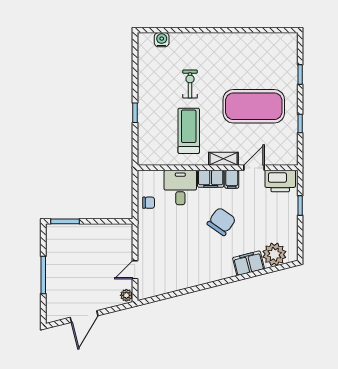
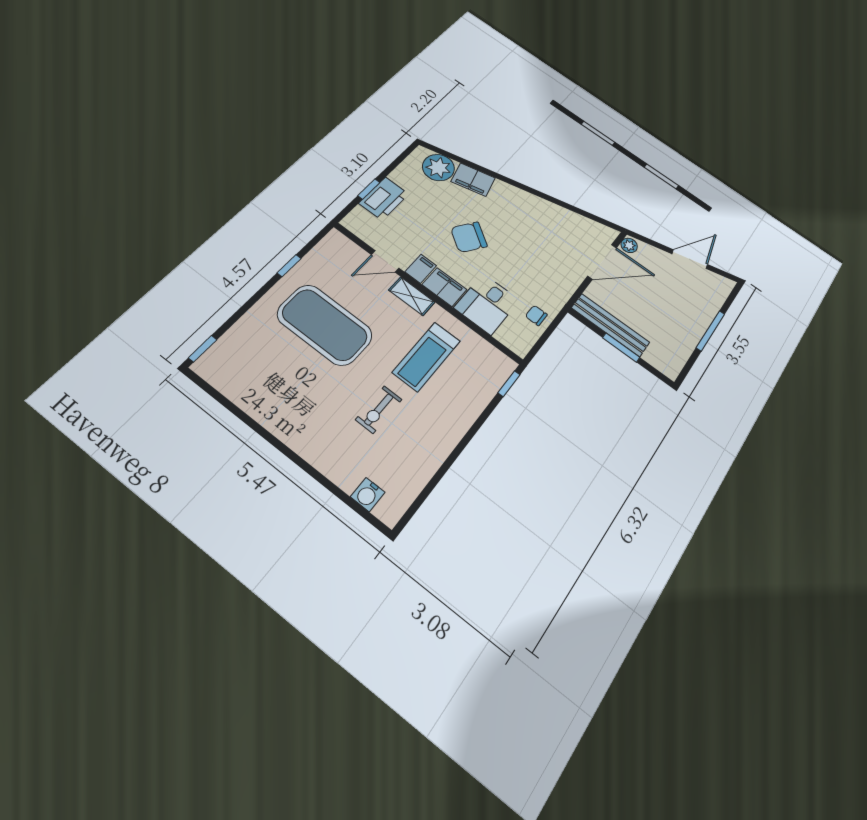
window: (300, 75) -> (203, 349), moved
window: (135, 113) -> (509, 384), moved
printer: (280, 181) -> (384, 199), moved, turned 90
window: (65, 221) -> (621, 348), moved
bench: (104, 231) -> (610, 325), added
door: (135, 270) -> (602, 262), width x1.87

